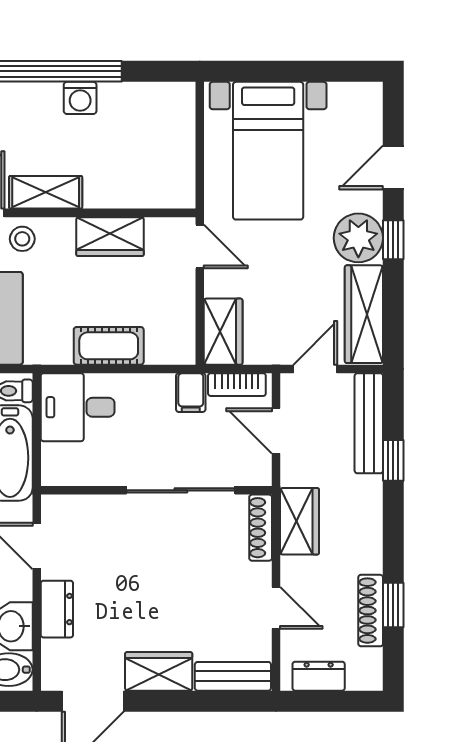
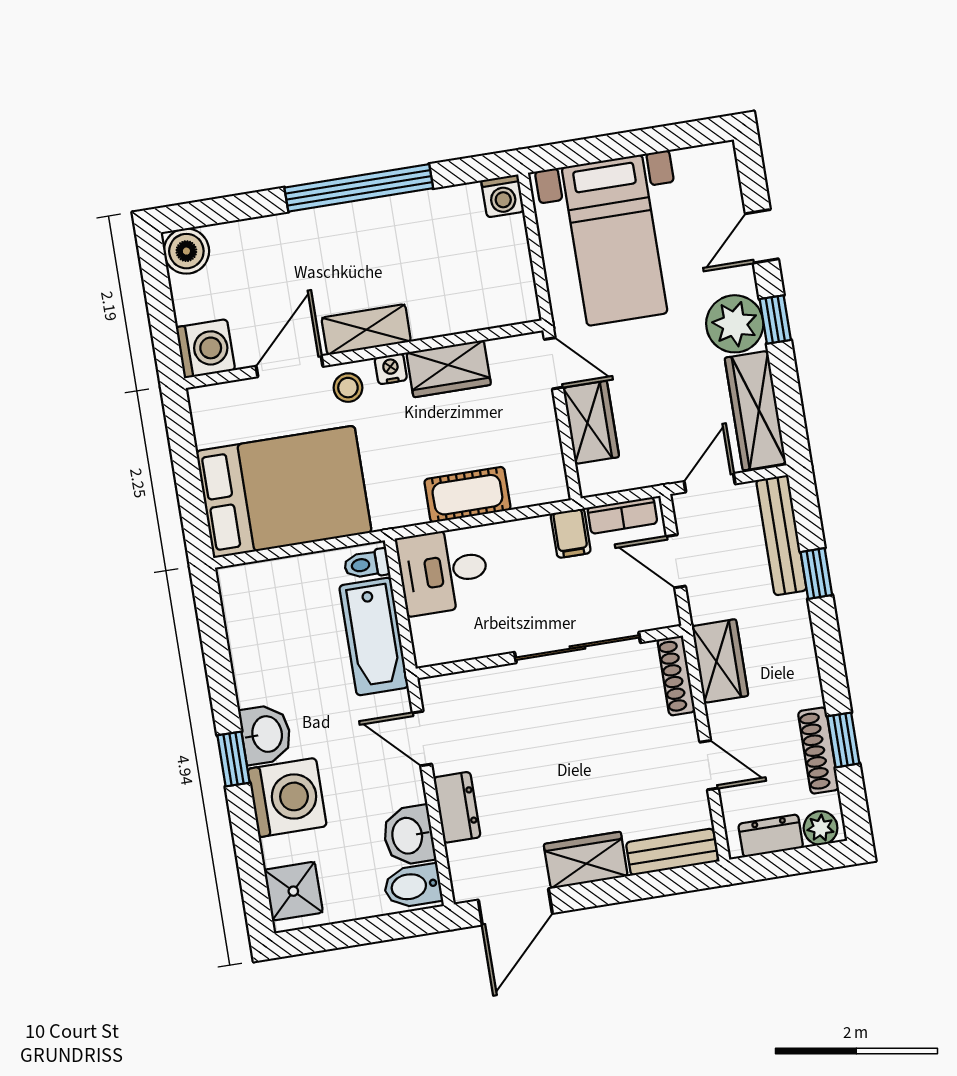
washing machine: (80, 98) -> (503, 196), moved
nightstand: (61, 229) -> (391, 369), added
wardrobe: (223, 332) -> (591, 422), moved
plant: (362, 676) -> (821, 828), added

